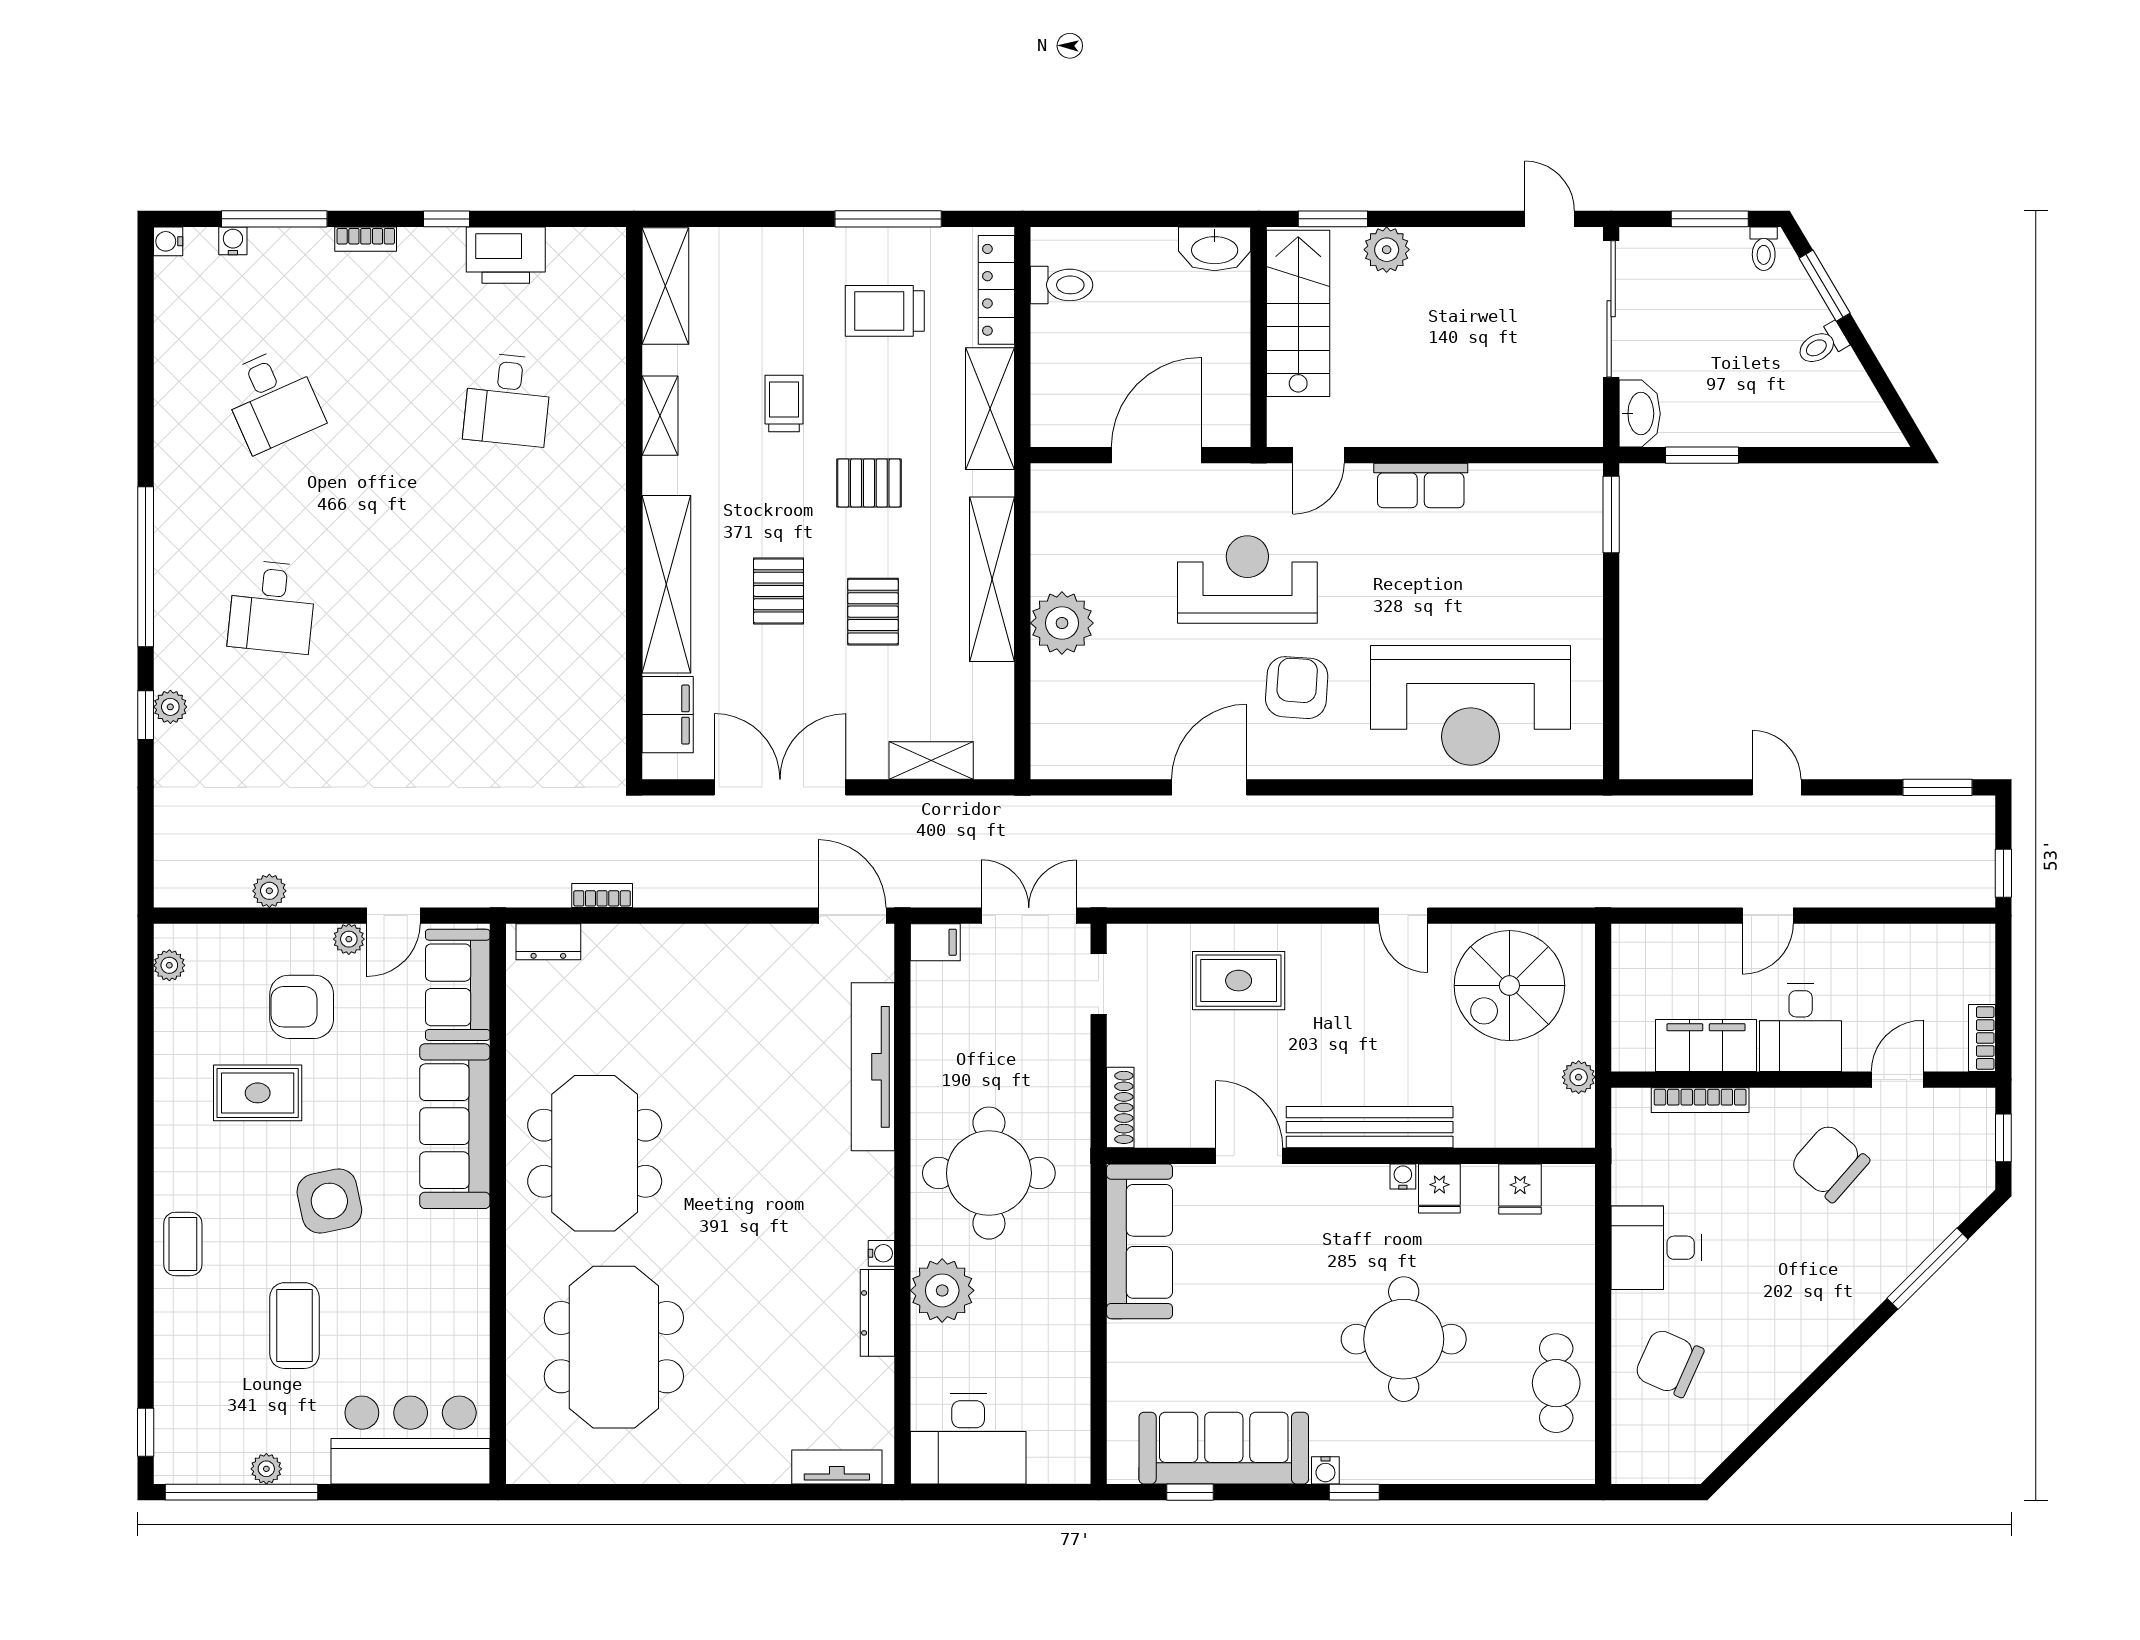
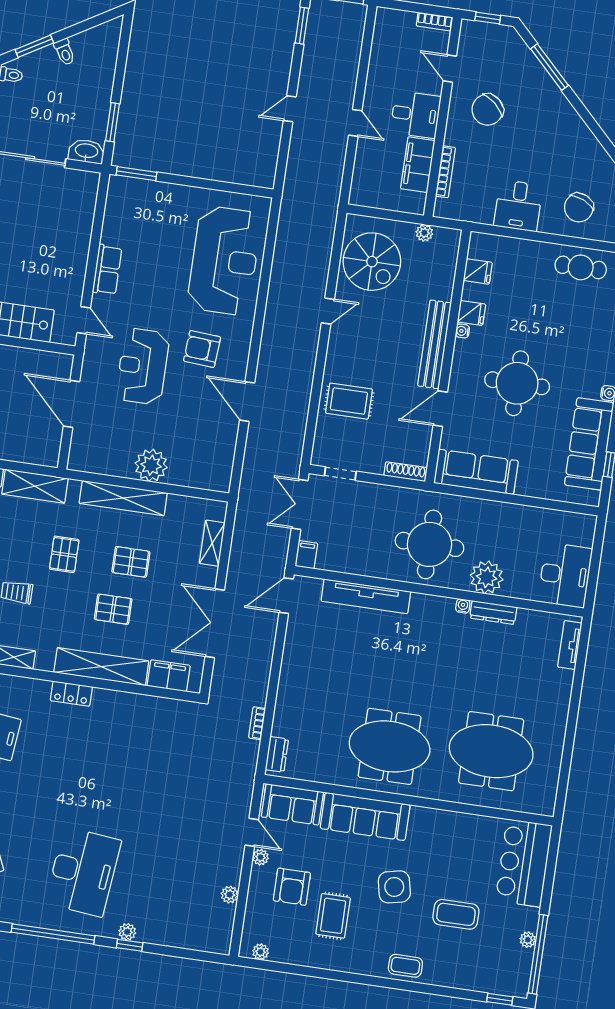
locker: (607, 535) -> (71, 694), added
desk: (272, 607) -> (83, 872), width x1.87, depth x1.30
rug: (1239, 981) -> (349, 401), turned 90
round table: (1404, 1339) -> (517, 383), moved

